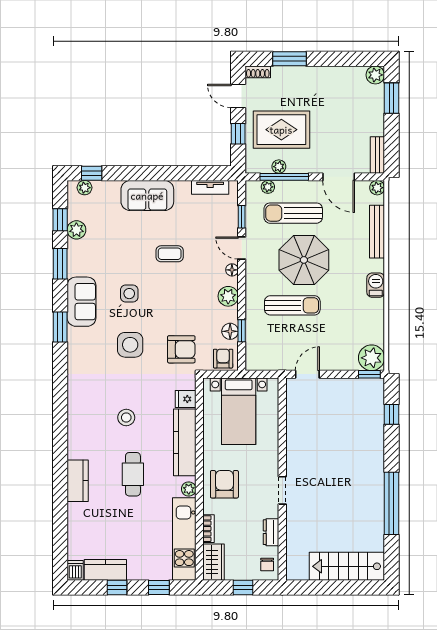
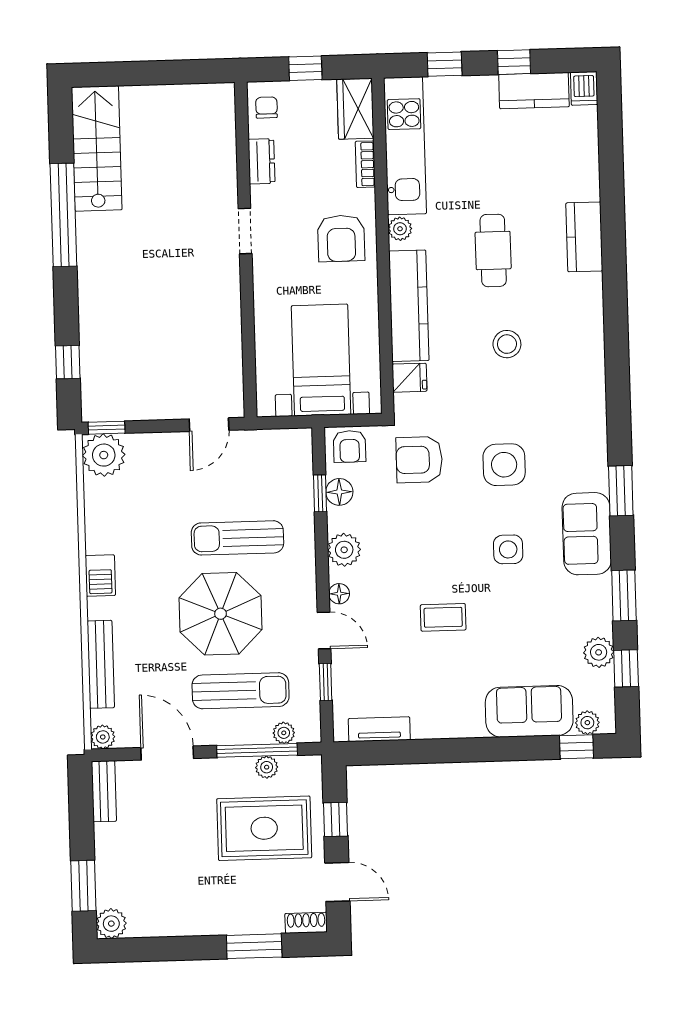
sofa: (147, 196) -> (529, 711), moved
stairs: (347, 566) -> (97, 148), moved, turned -90

